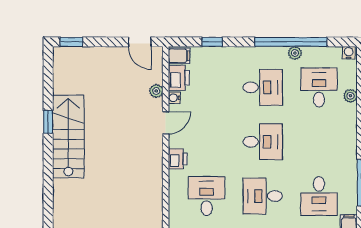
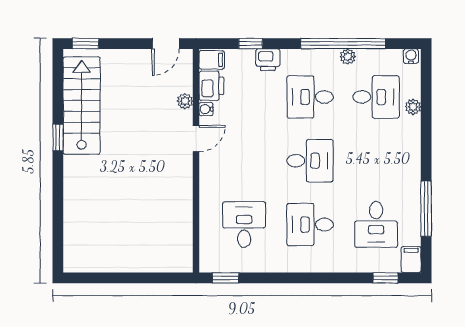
door: (140, 42) -> (166, 44), hinge flipped
desk: (263, 87) -> (310, 97), turned 180
desk: (319, 87) -> (376, 97), turned 90
stairs: (68, 137) -> (82, 106), moved
printer: (178, 159) -> (268, 60), moved, turned 90

